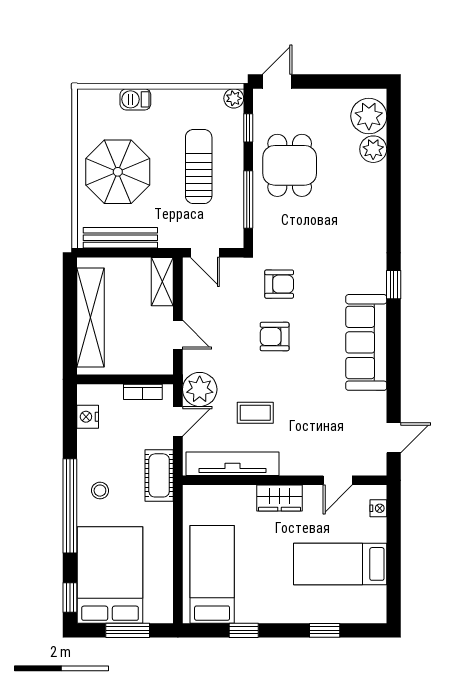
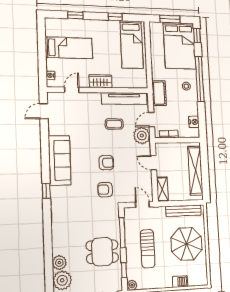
dining table: (290, 165) -> (102, 252), turned 90

